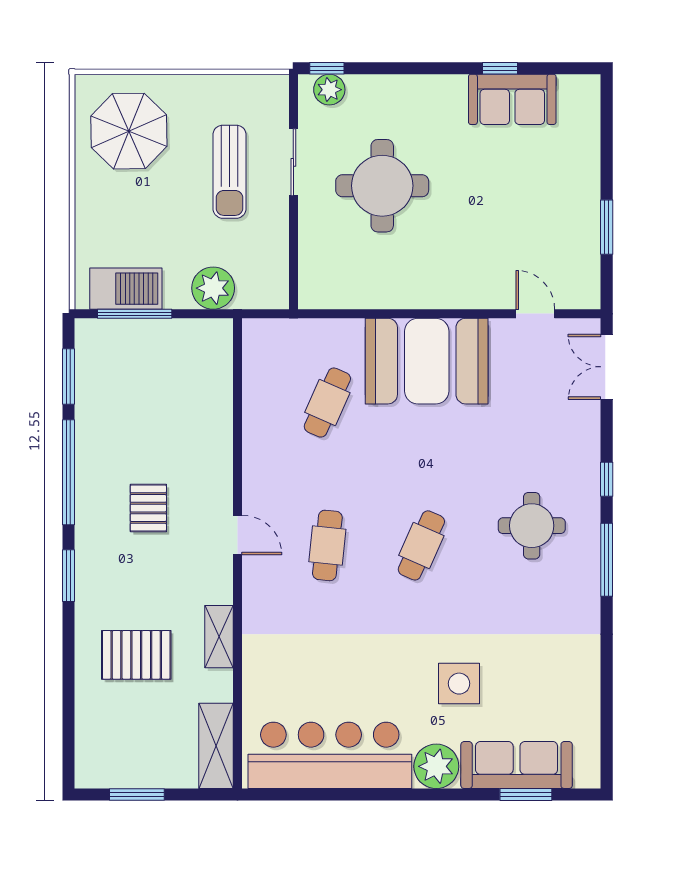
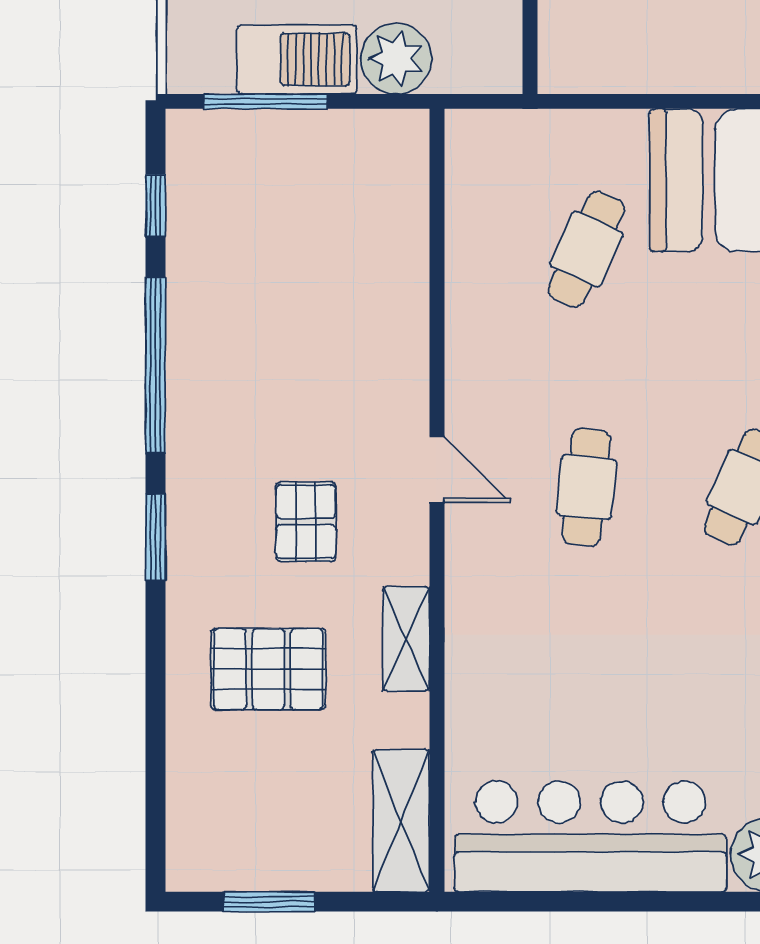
barbecue: (126, 289) -> (297, 59), moved
window: (68, 376) -> (156, 206), width x0.67
pallet: (148, 508) -> (306, 522), moved

